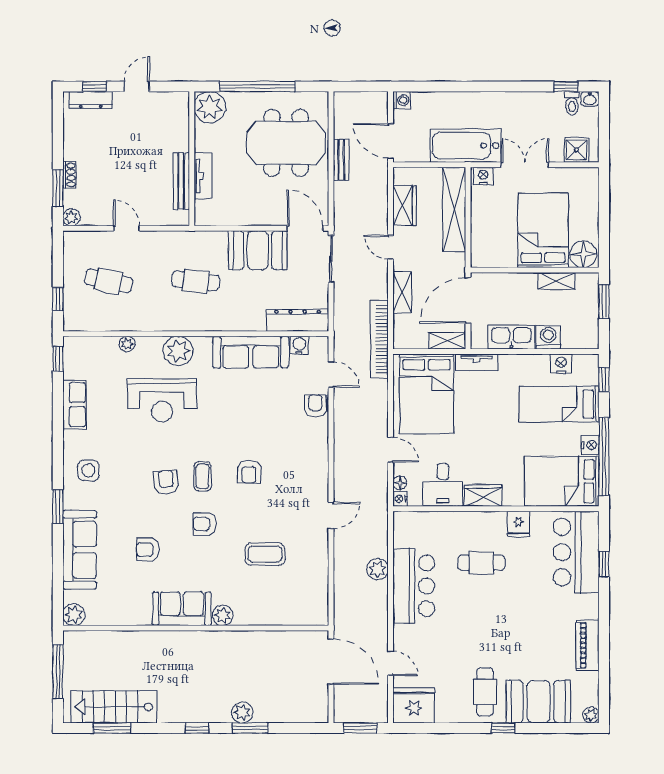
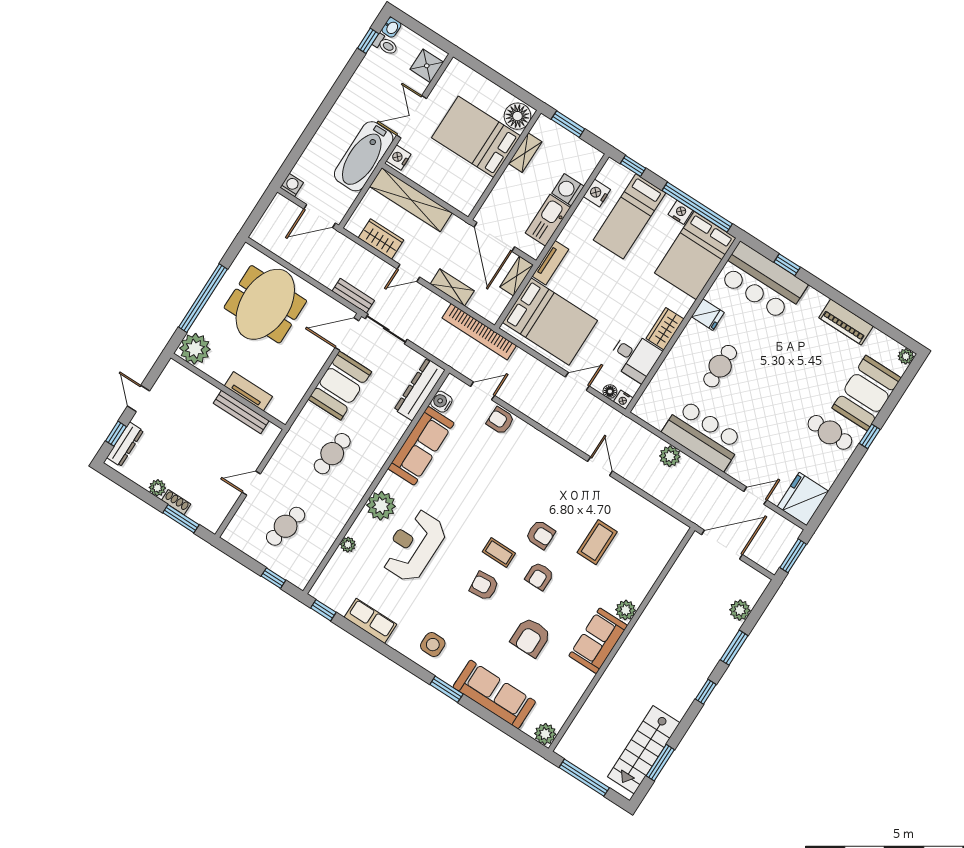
bench: (341, 160) -> (353, 296), moved
plant: (71, 217) -> (157, 488), moved
reception desk: (162, 400) -> (414, 546), turned 180
armchair: (249, 472) -> (540, 535), moved
armchair: (148, 550) -> (531, 637), width x1.38, depth x1.38
plant: (242, 712) -> (740, 610), moved

